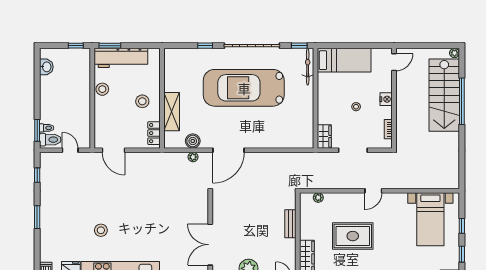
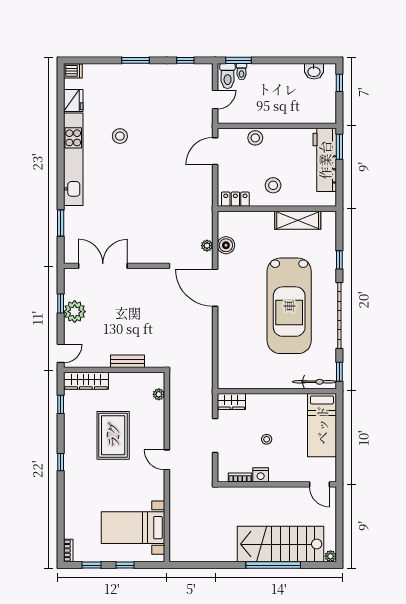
window: (76, 46) -> (339, 83), moved
car: (244, 88) -> (289, 306), turned 180
stool: (102, 89) -> (255, 138), moved
nightstand: (386, 99) -> (261, 475), moved
shelving: (172, 112) -> (298, 220), moved

